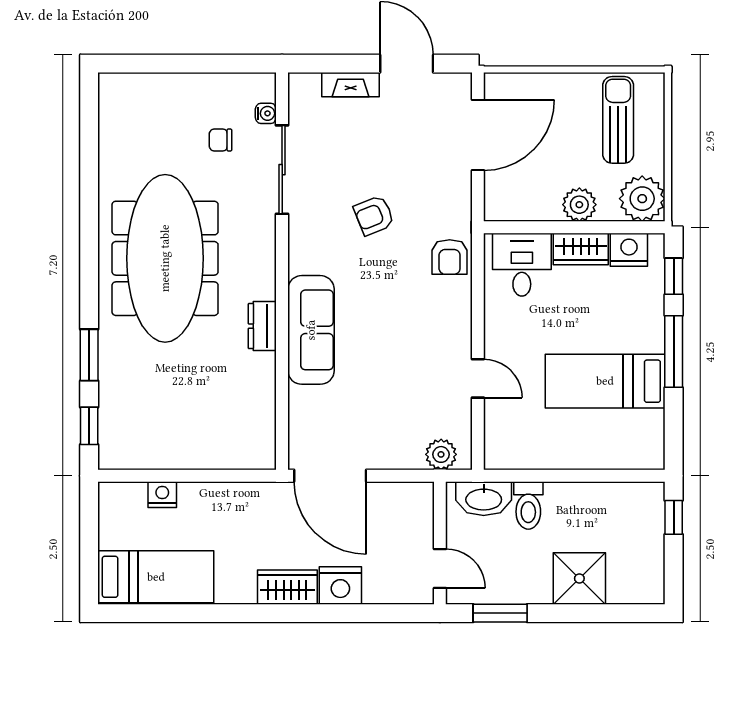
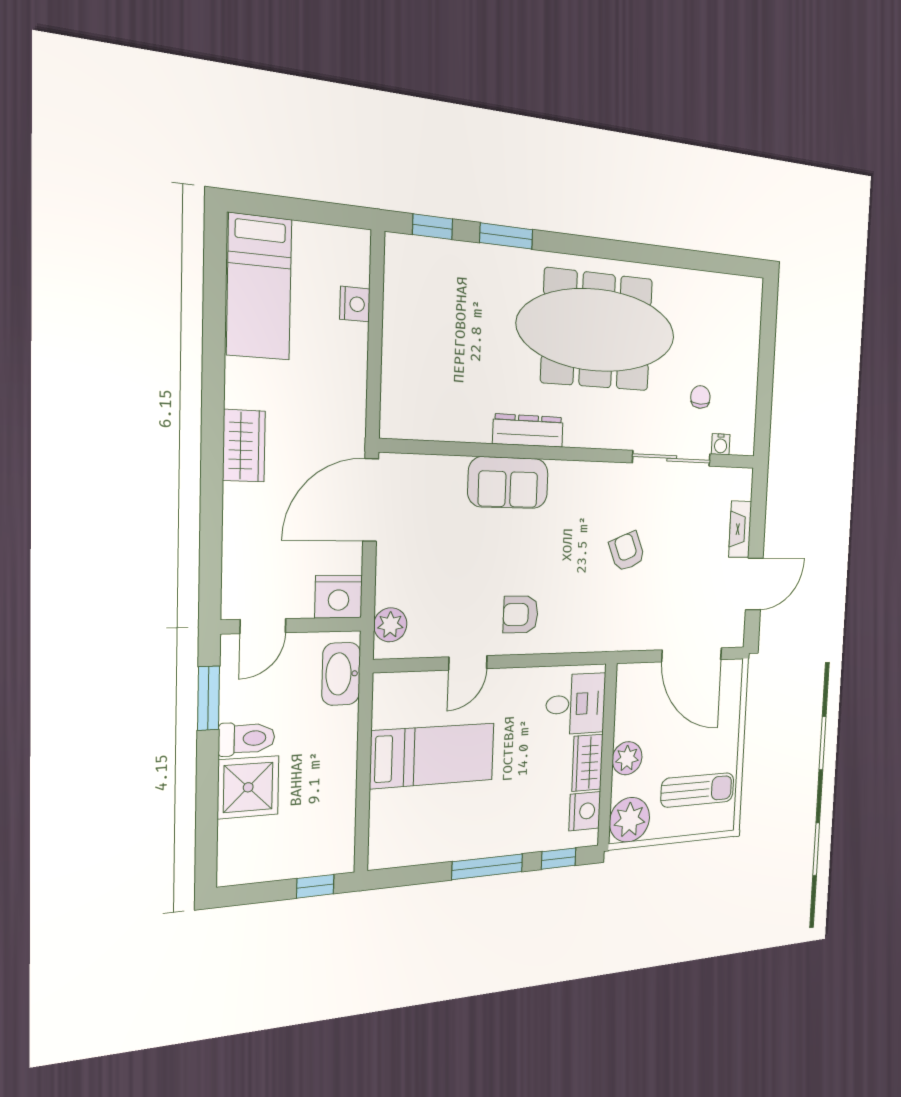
armchair: (450, 257) -> (521, 614), moved
dresser: (262, 326) -> (528, 430), width x1.44
sofa: (311, 330) -> (508, 483), width x0.73
bed: (605, 381) -> (433, 756), moved, turned 90
toilet: (528, 505) -> (247, 739), moved, turned 180
nightstand: (340, 586) -> (339, 597), moved, turned -90

